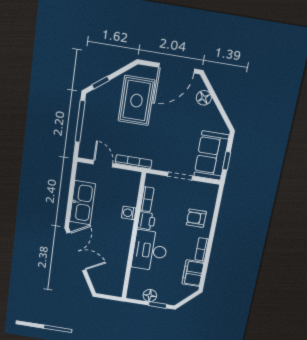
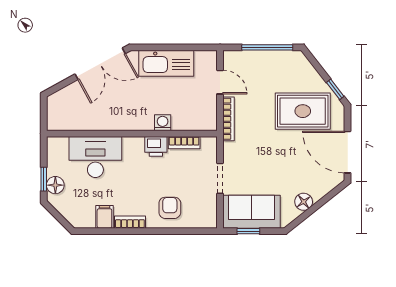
window: (101, 83) -> (335, 89), moved
floor lamp: (204, 98) -> (304, 202), moved
door: (103, 164) -> (220, 82), hinge flipped
desk: (150, 251) -> (95, 157), moved
filing cabinet: (193, 273) -> (104, 217), width x0.50
floor lamp: (150, 296) -> (55, 185), moved

